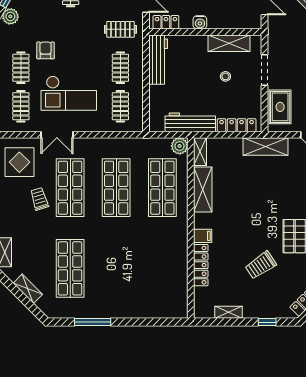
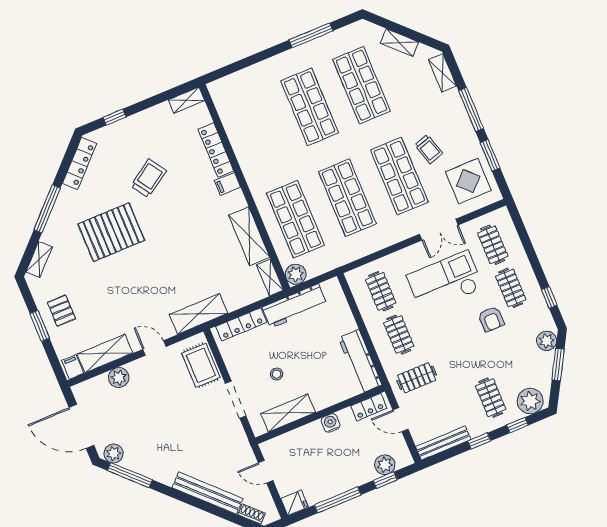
double door: (57, 135) -> (439, 230), swing flipped
shop shelf: (116, 268) -> (310, 107), added
shelving: (228, 312) -> (186, 100), moved

